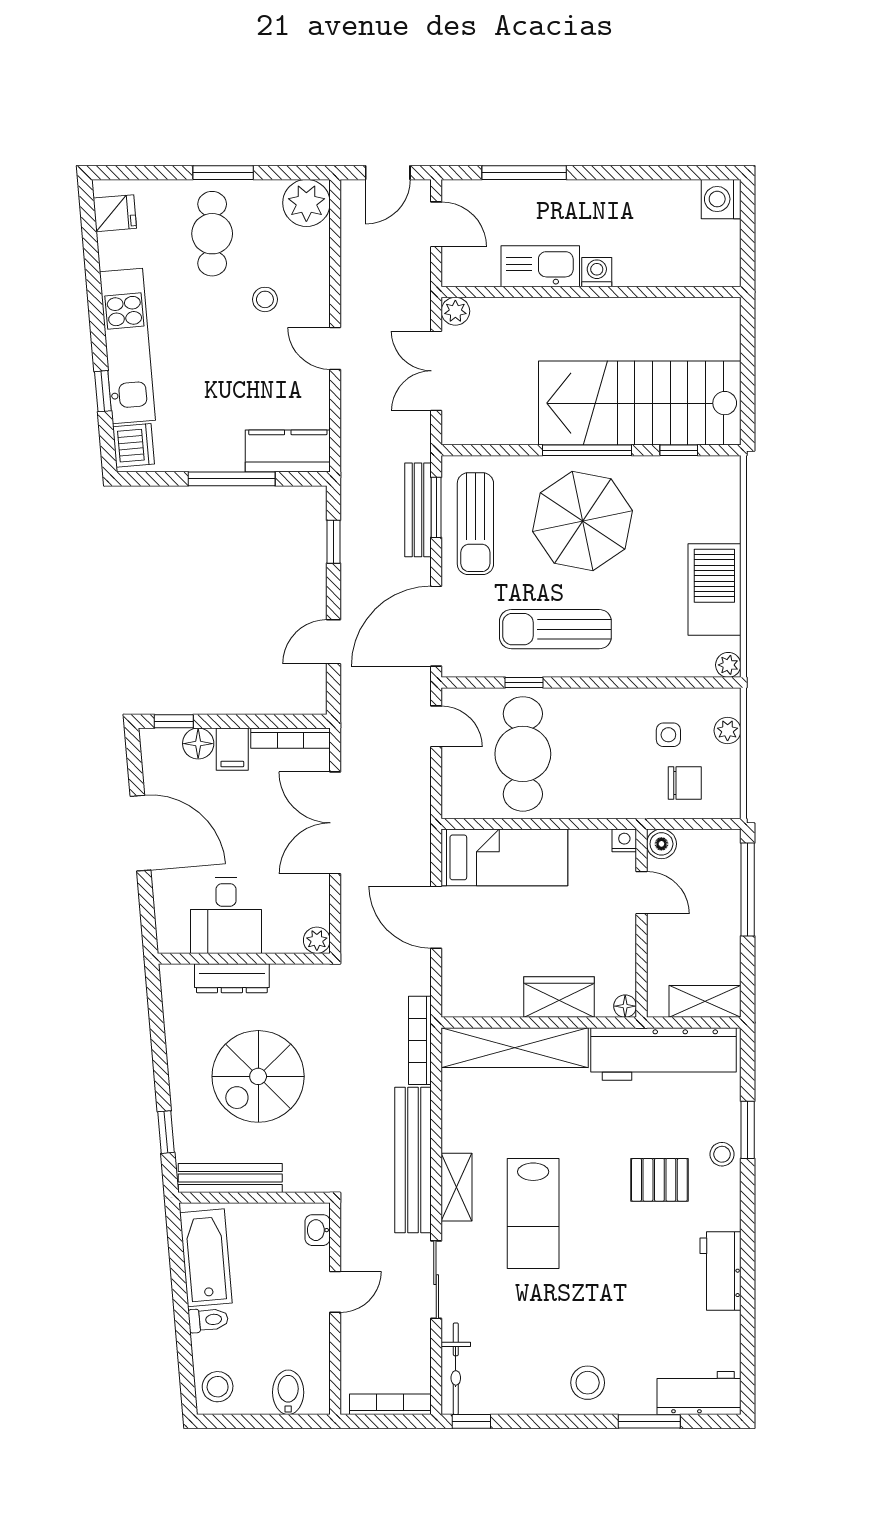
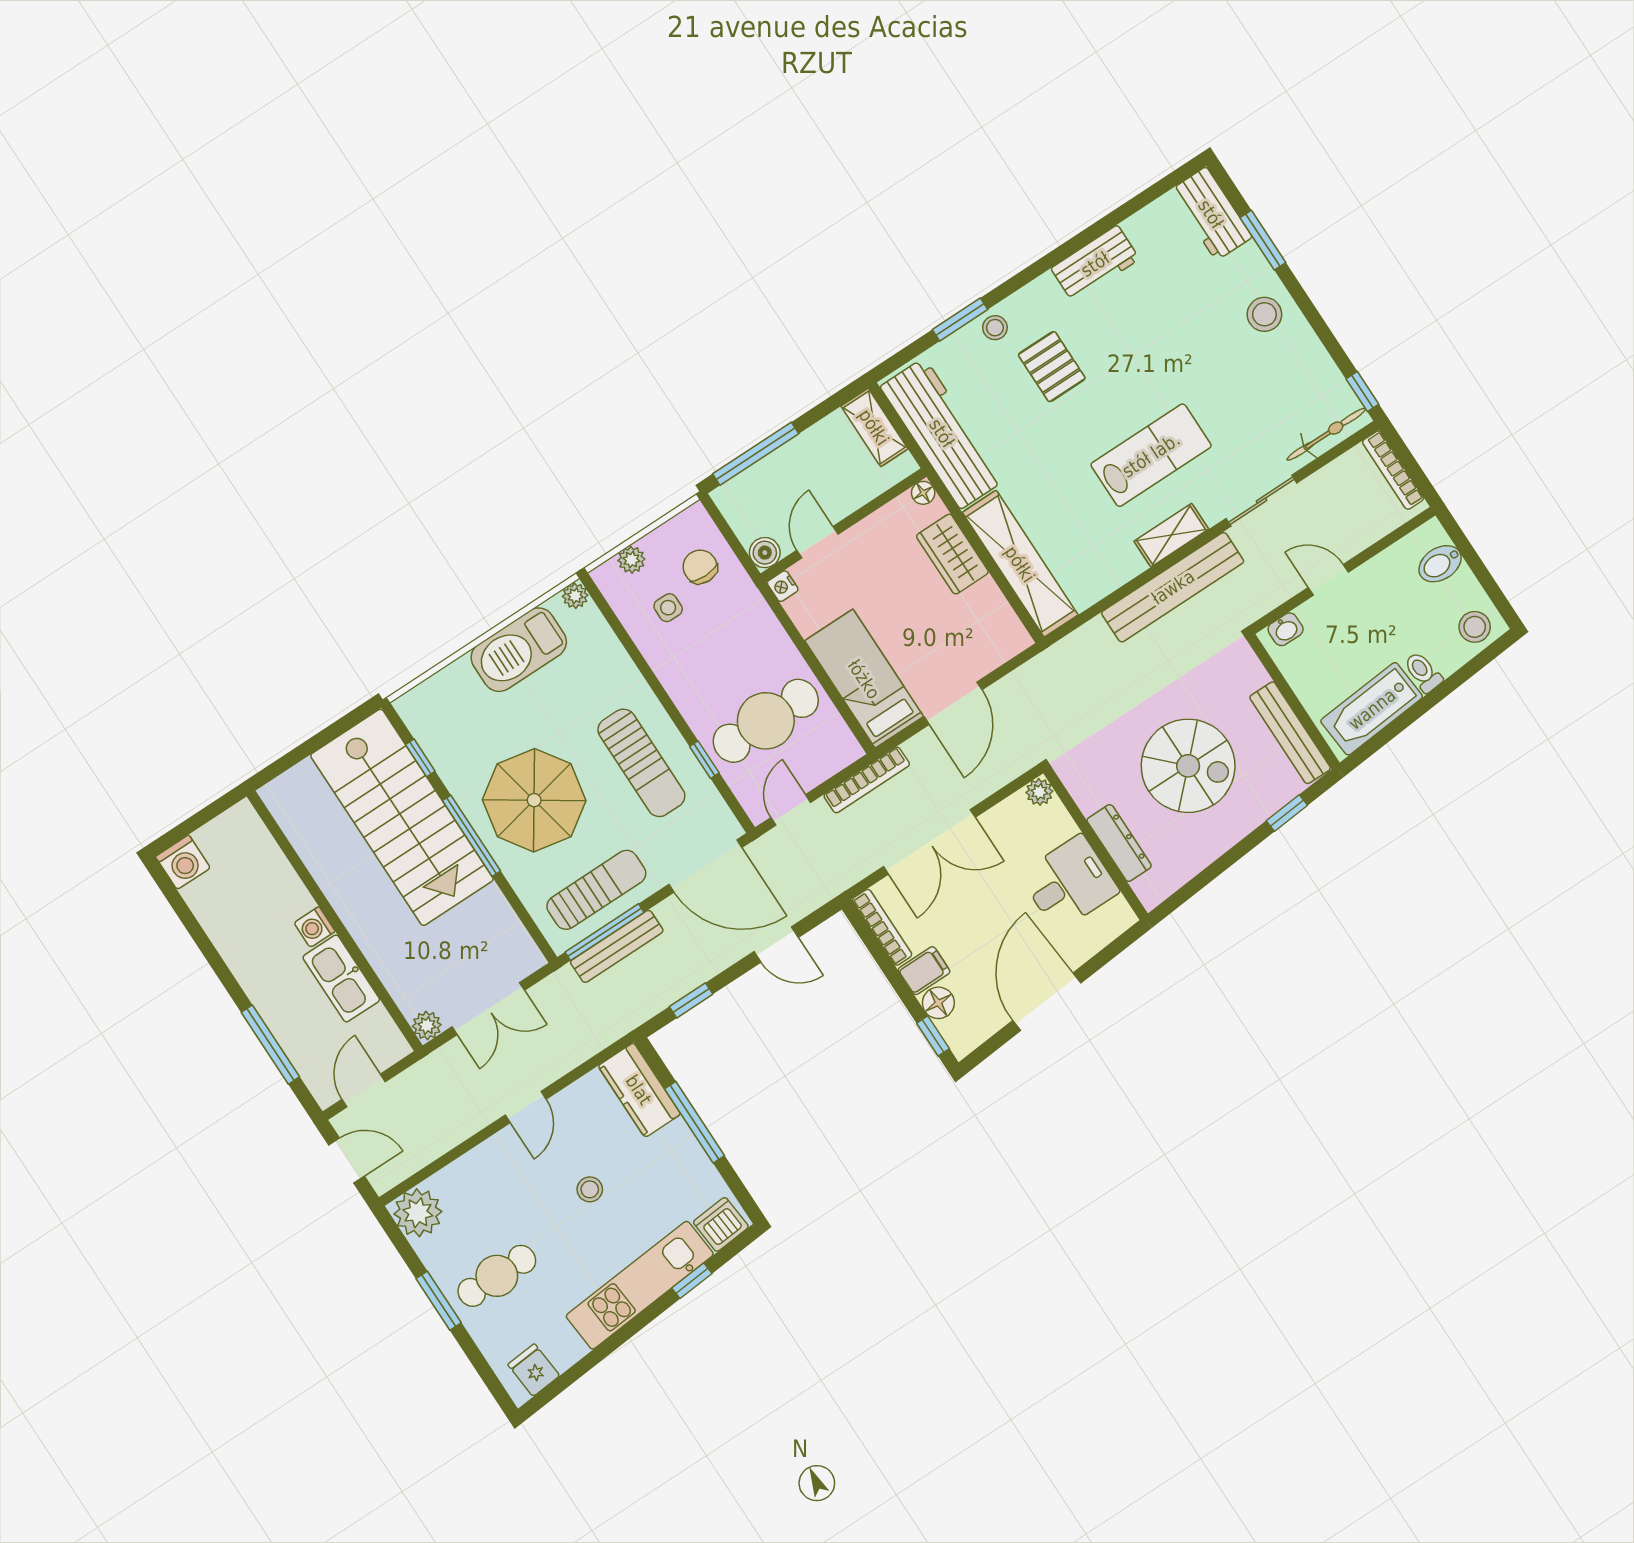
stool: (265, 299) -> (590, 1189), moved
window: (436, 507) -> (604, 932), width x1.44
bookcase: (420, 1040) -> (867, 780), moved

